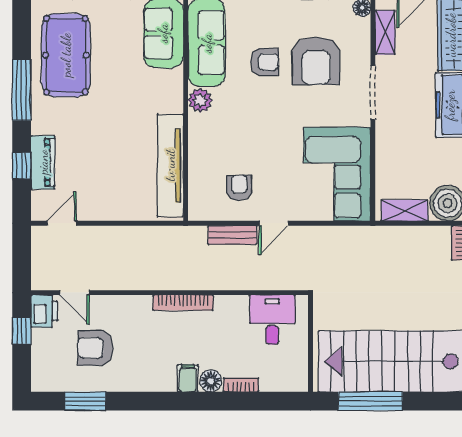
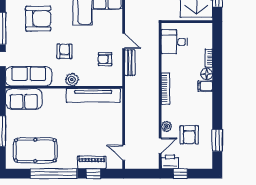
armchair: (265, 62) -> (65, 51), moved
window: (22, 90) -> (54, 174), width x1.46
plant: (200, 100) -> (72, 80), moved
plant: (111, 305) -> (167, 126), added

